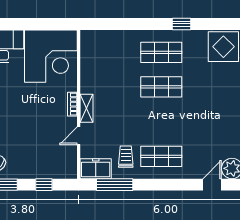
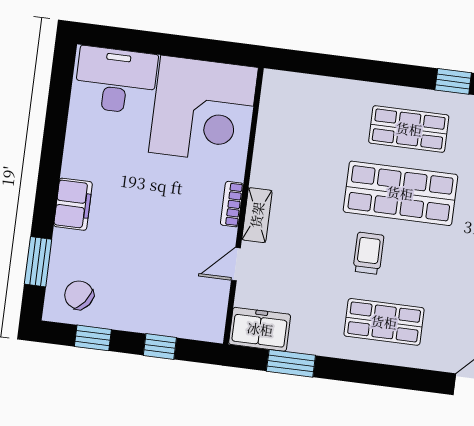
shop shelf: (161, 87) -> (400, 193), width x1.43, depth x1.36
trolley: (126, 157) -> (368, 253), moved
window: (115, 185) -> (291, 363), width x0.69

